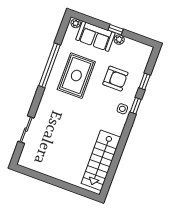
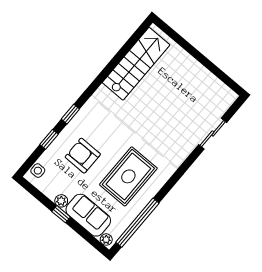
window: (50, 65) -> (137, 223), moved
side table: (122, 109) -> (38, 171), moved

